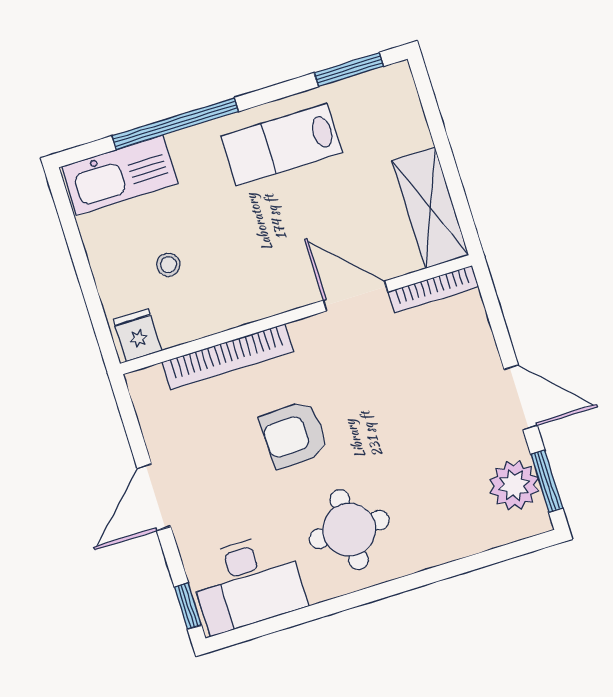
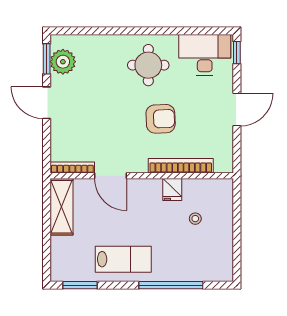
kitchen sink: (120, 175) -> (205, 269), removed
fridge: (137, 335) -> (172, 190), moved

